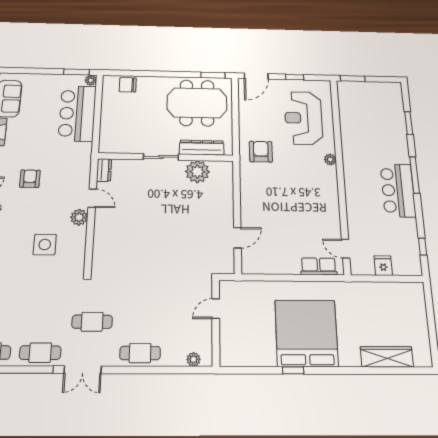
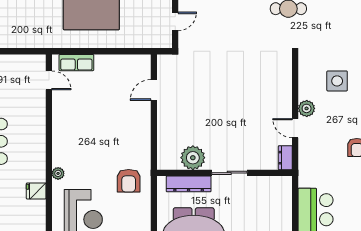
fridge: (383, 266) -> (36, 191), moved, turned 90

